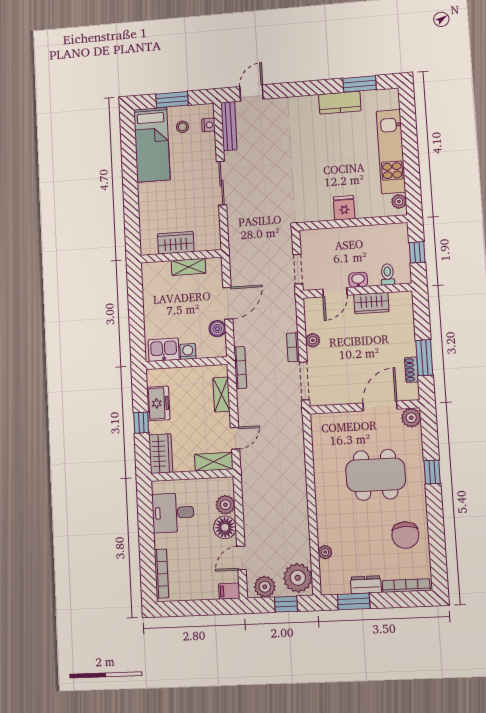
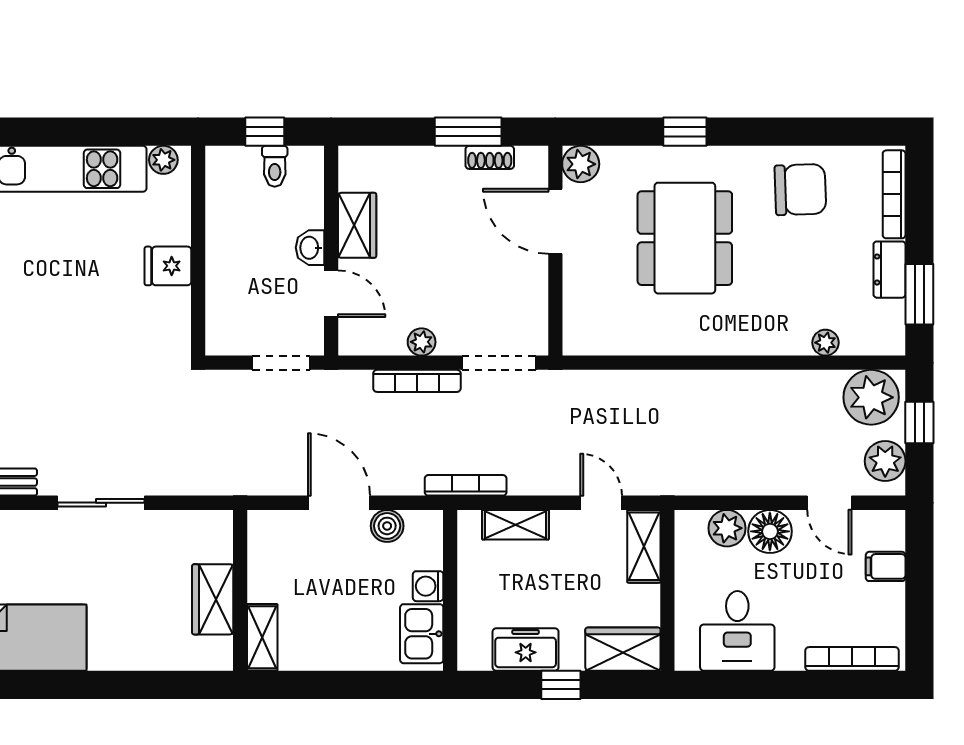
shelving: (189, 267) -> (262, 637), moved
toilet: (388, 274) -> (275, 166), moved, turned -90
bookcase: (293, 347) -> (417, 381), width x1.56
filing cabinet: (229, 591) -> (886, 566), moved, turned 90

